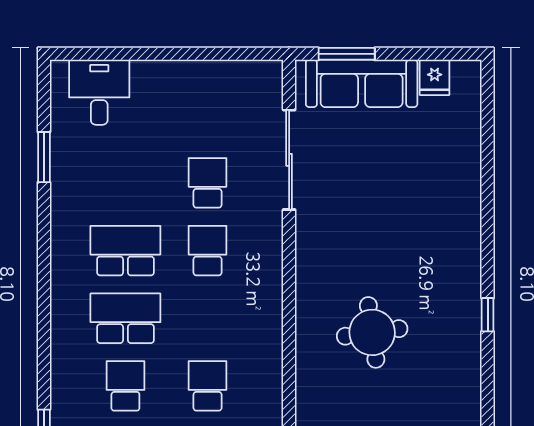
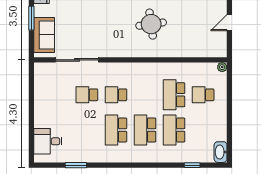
window: (347, 54) -> (31, 18), moved
sofa: (362, 83) -> (44, 35), width x0.73
school desk: (125, 386) -> (174, 130), width x1.85
school desk: (208, 386) -> (174, 95), width x1.85

